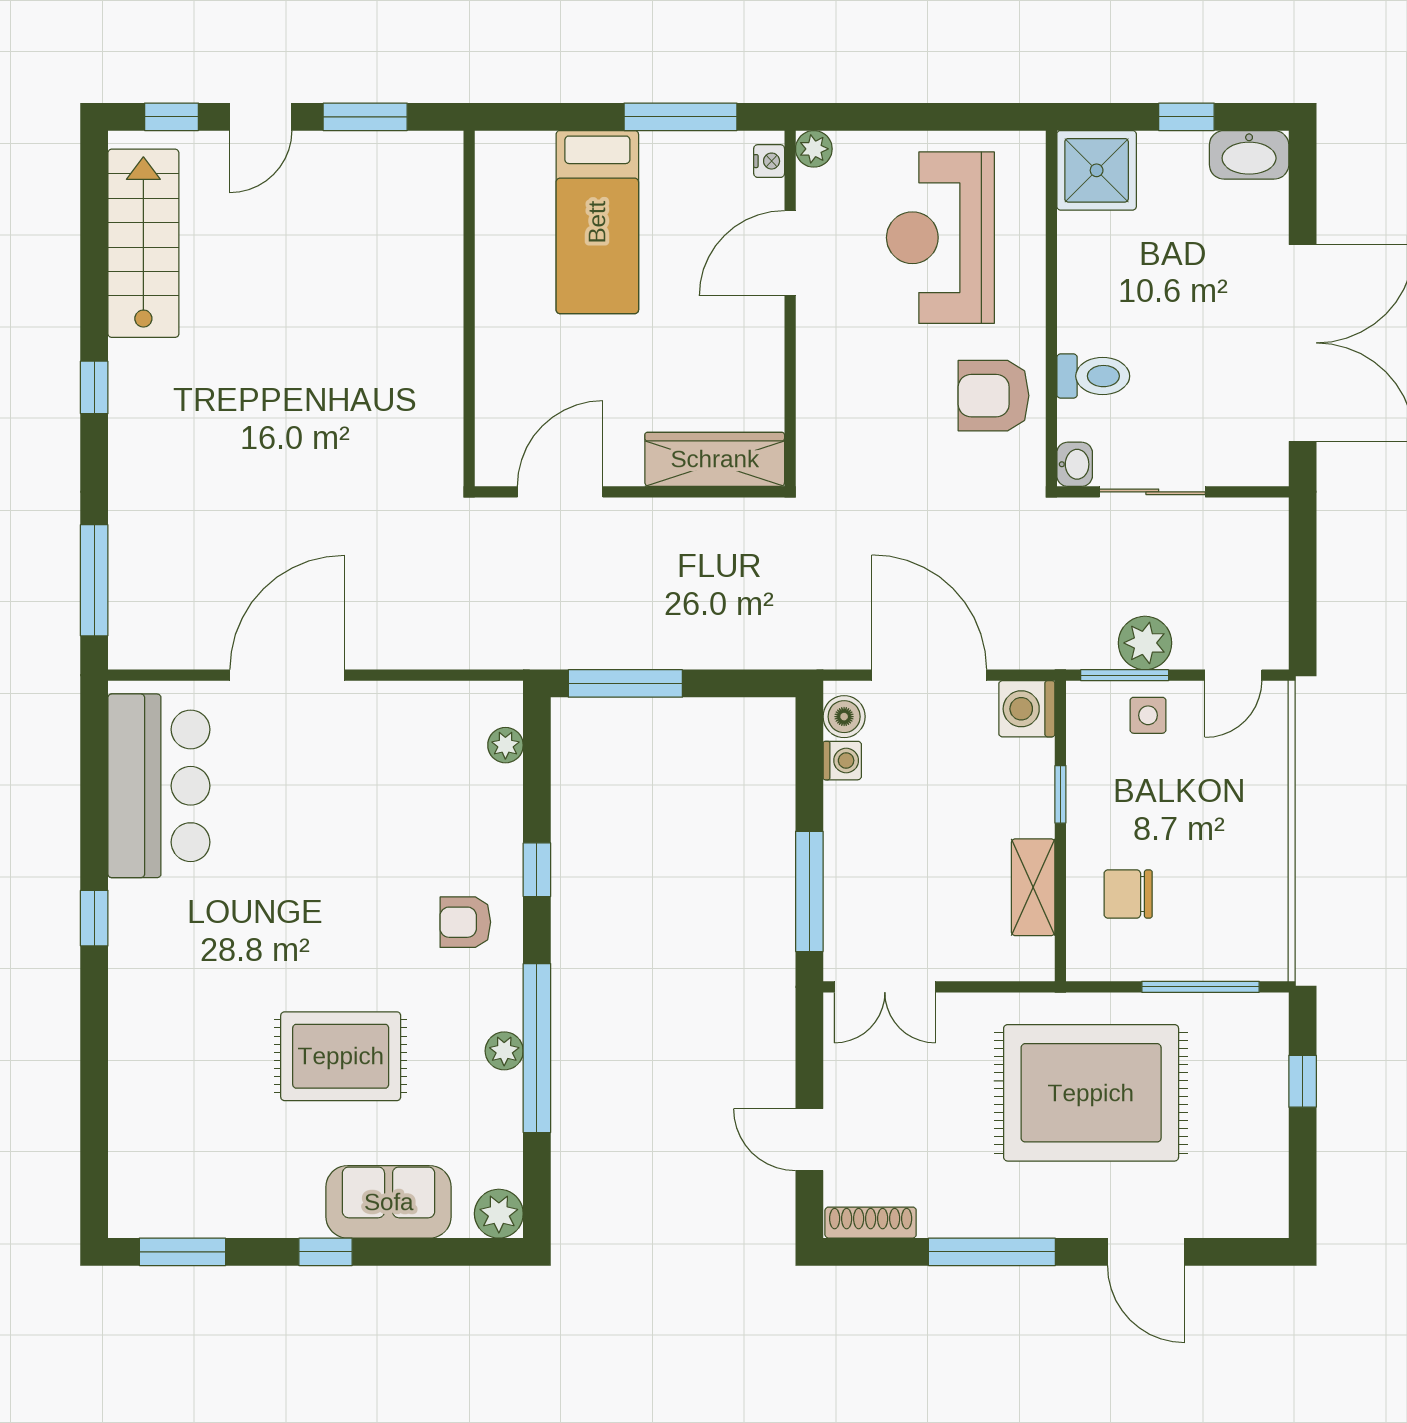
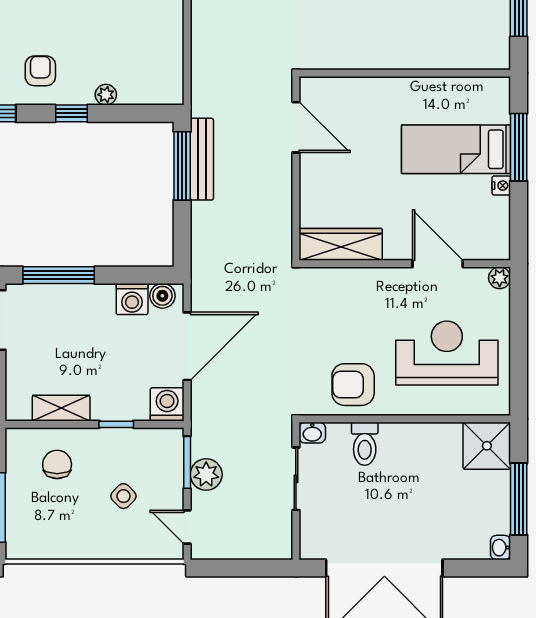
window: (681, 117) -> (519, 147), moved
window: (1186, 117) -> (519, 499), width x2.17
washbasin: (1249, 155) -> (500, 548), width x0.52, depth x0.69
nightstand: (769, 161) -> (501, 186), moved, turned -90
armchair: (994, 396) -> (353, 385), turned -90
wardrobe: (715, 459) -> (341, 244), moved, turned -90
bench: (614, 650) -> (202, 159), added
side table: (1148, 715) -> (123, 496), moved, turned 45
plant: (505, 745) -> (106, 95), moved
washing machine: (842, 761) -> (132, 299), width x1.38, depth x1.38

